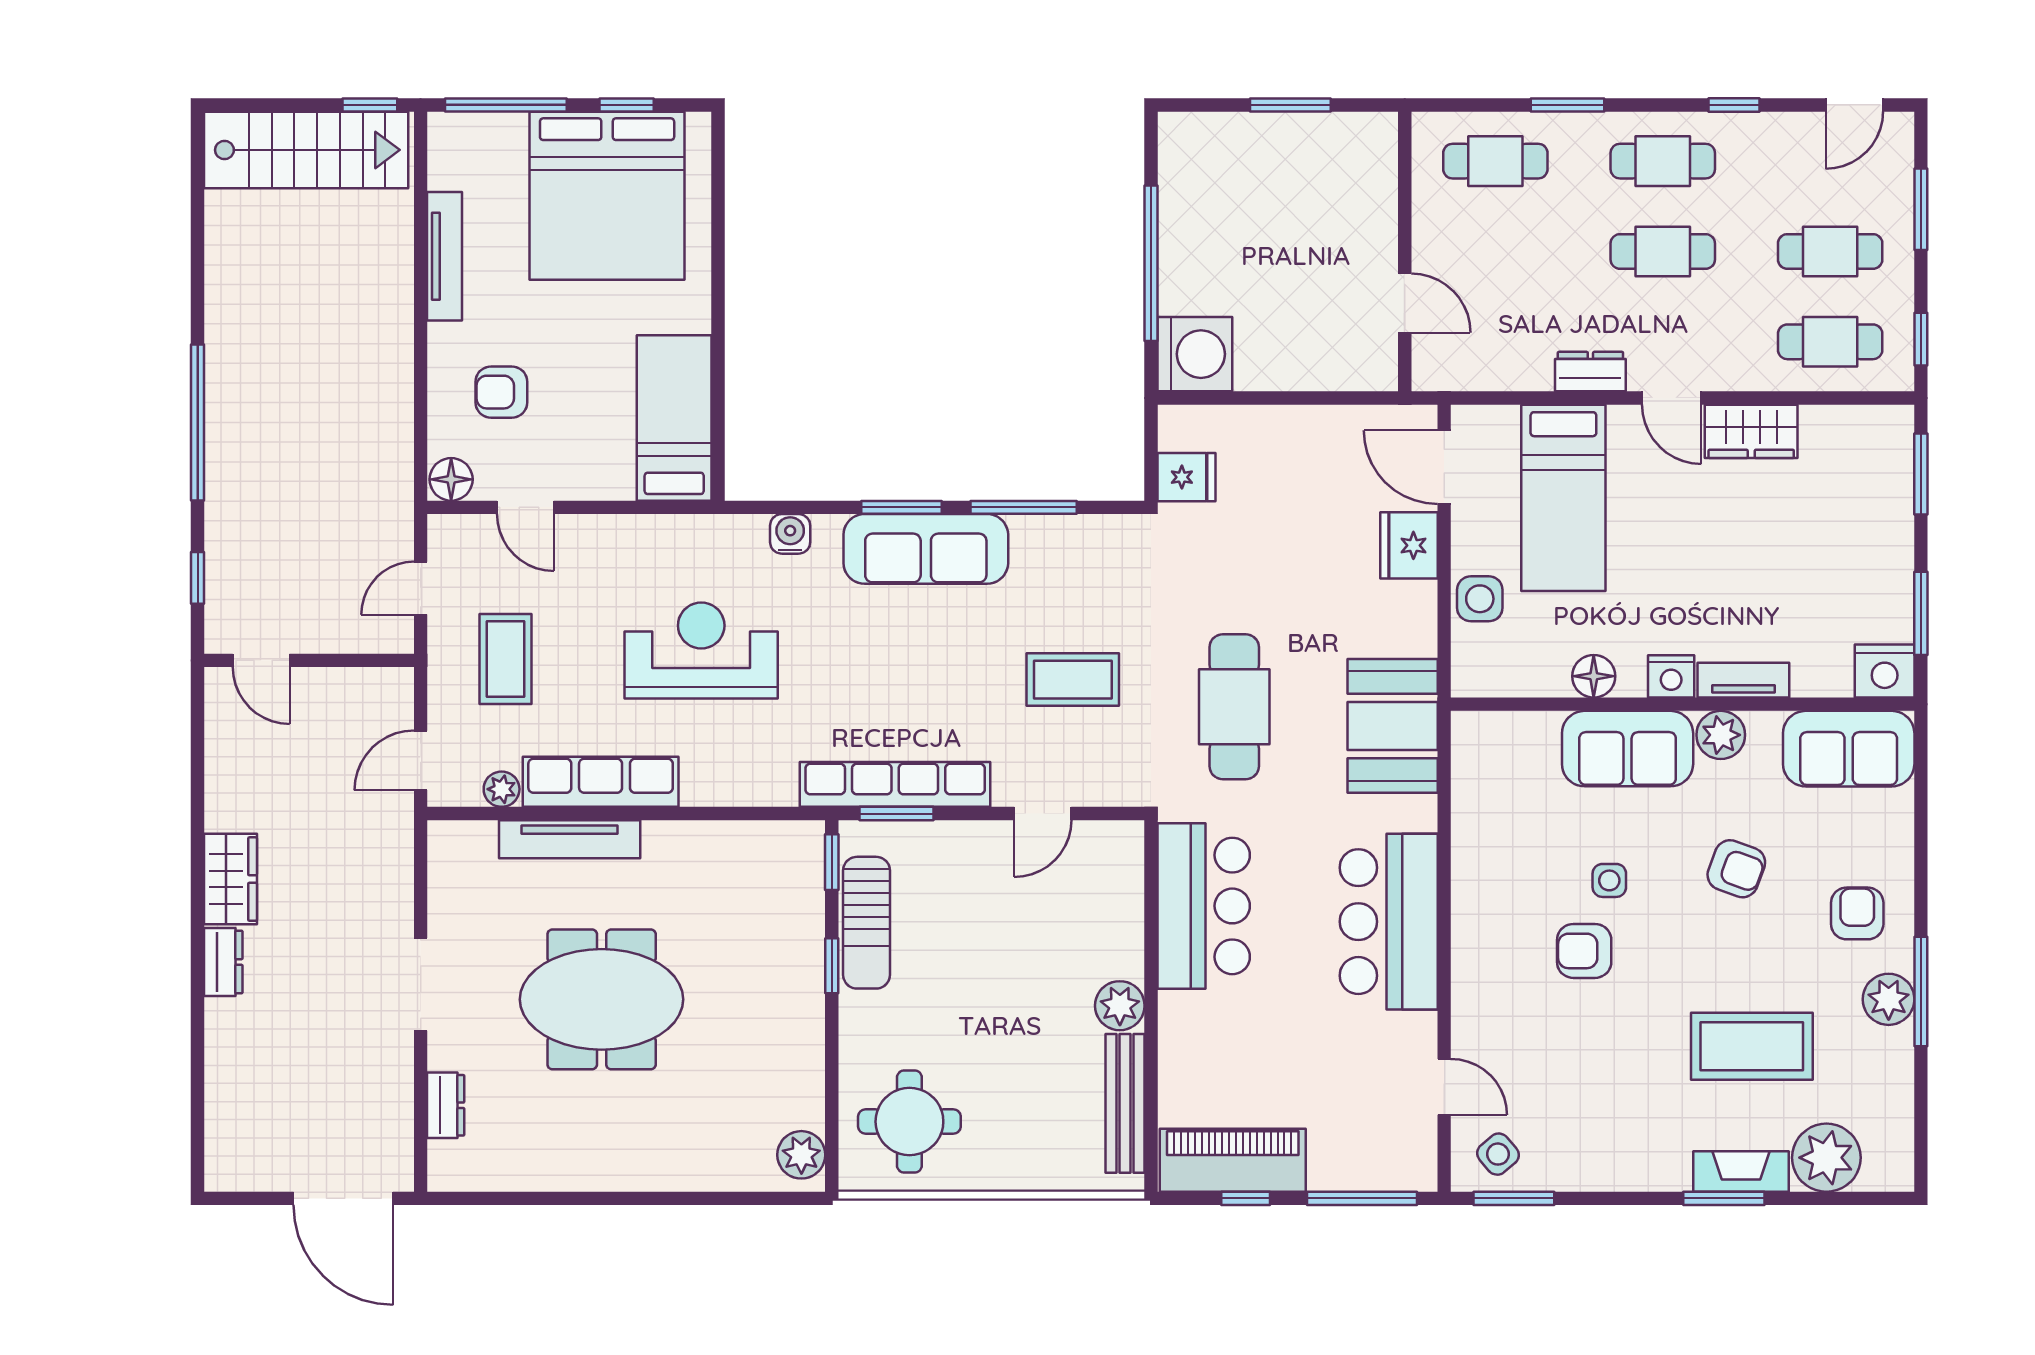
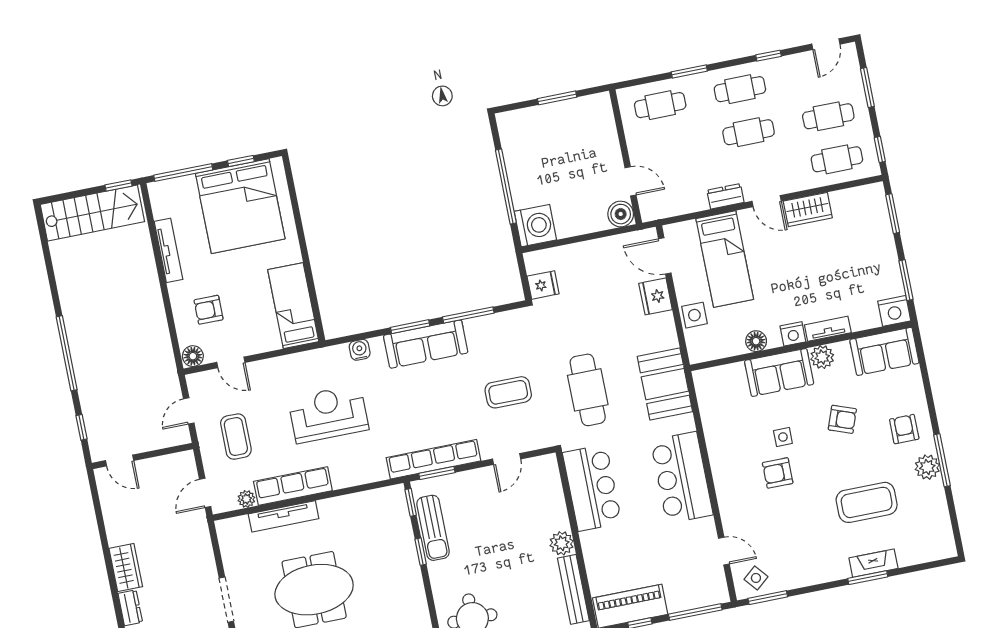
boiler: (1372, 365) -> (621, 214), added
plant: (1826, 1158) -> (913, 548), removed

